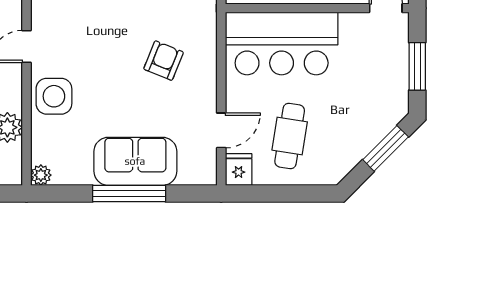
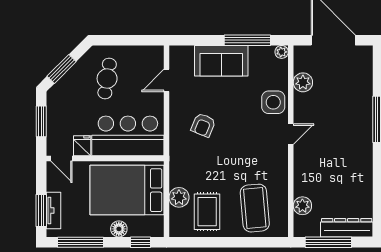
cafe table: (290, 136) -> (107, 79), moved
fridge: (239, 170) -> (82, 146), moved, turned 180
window: (129, 193) -> (247, 40), moved

